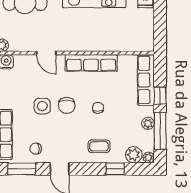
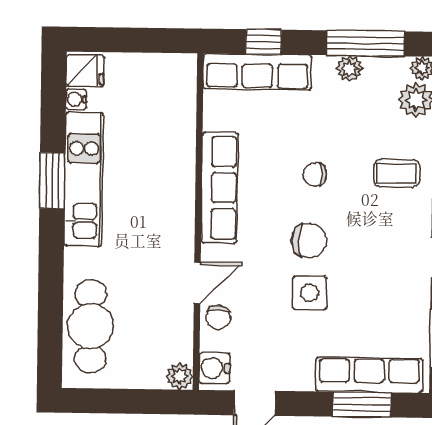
window: (160, 95) -> (264, 42), moved
coffee table: (99, 146) -> (397, 173), turned 90
chair: (36, 149) -> (218, 317), moved

